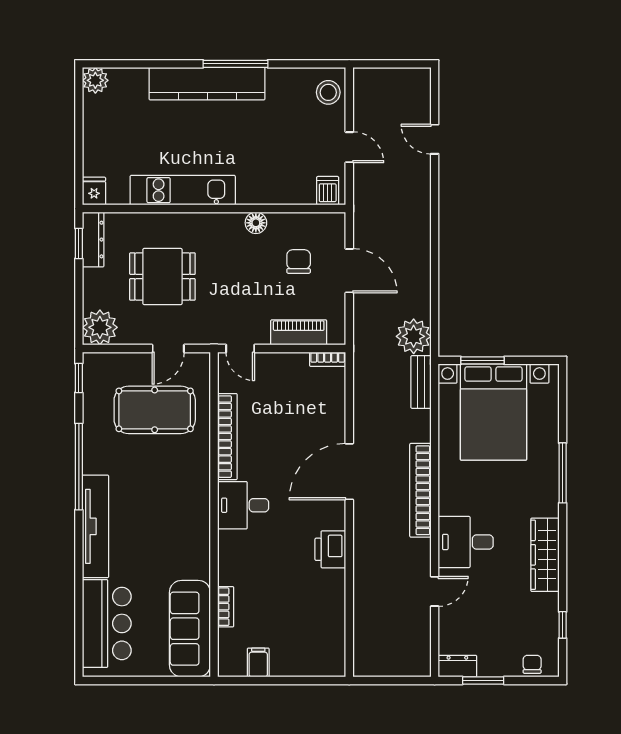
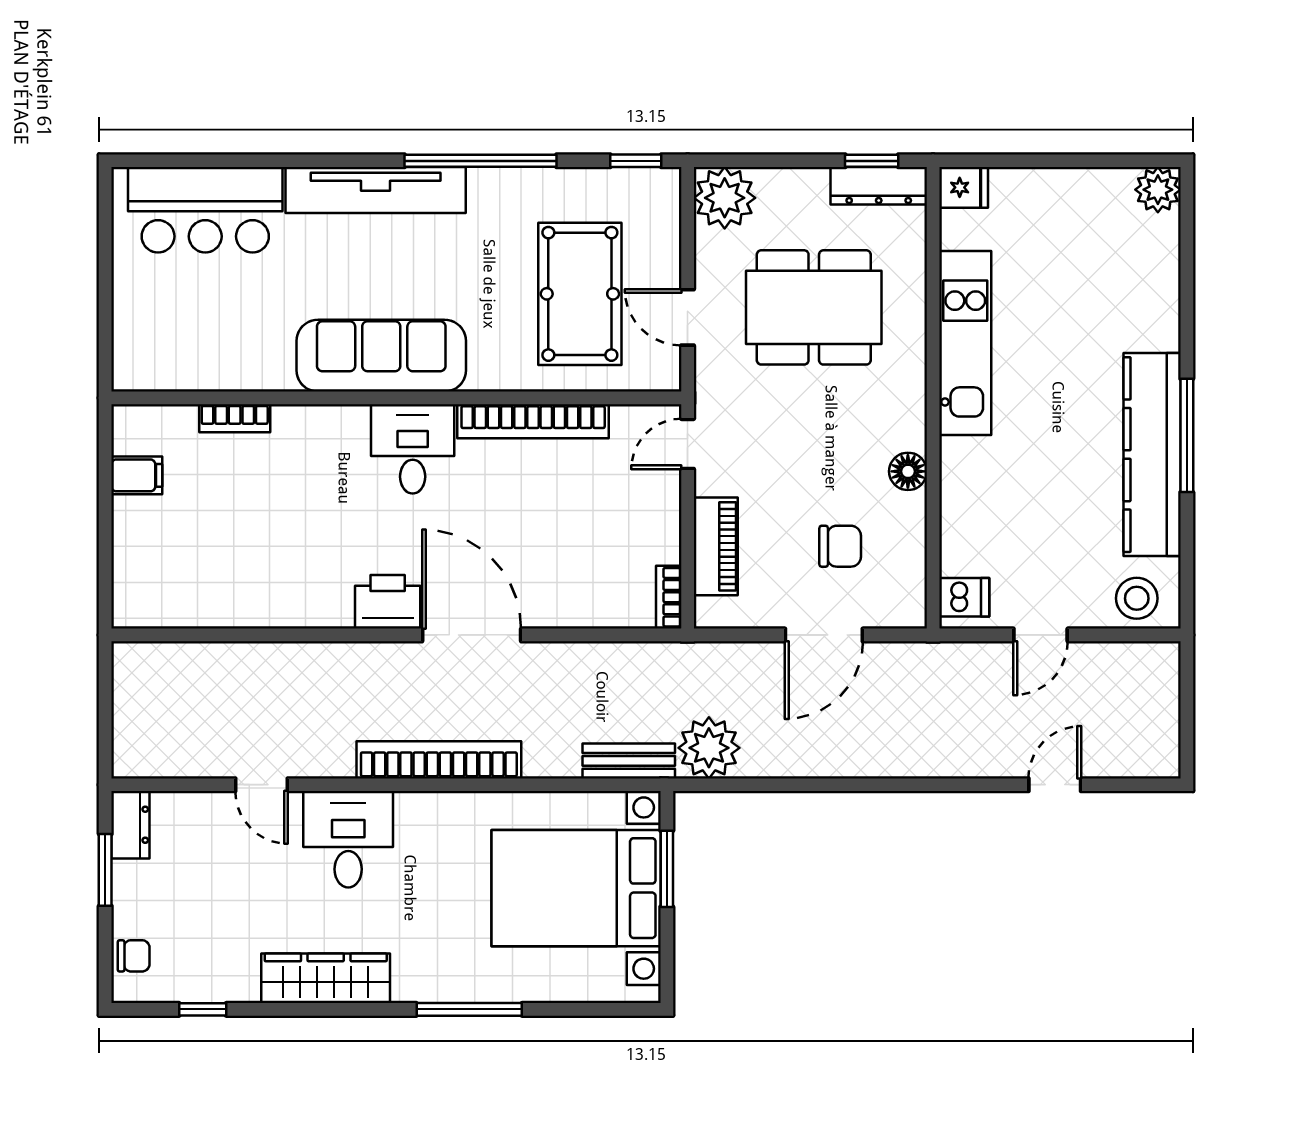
kitchen counter: (207, 84) -> (1152, 455), moved
dining table: (162, 277) -> (814, 307), width x1.38
printer: (330, 549) -> (388, 602), moved
sofa: (190, 629) -> (381, 356), moved

